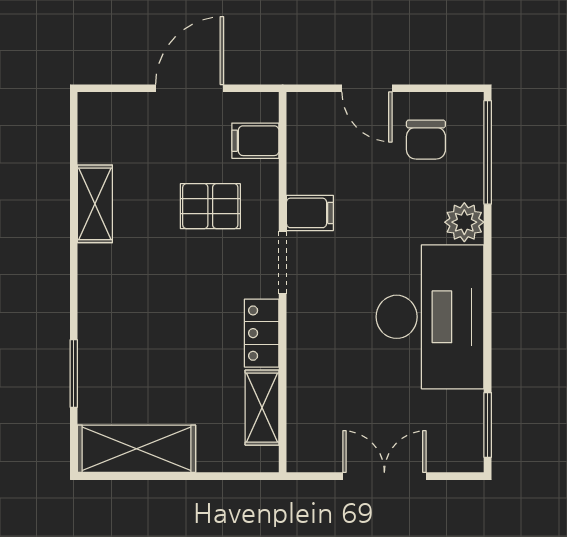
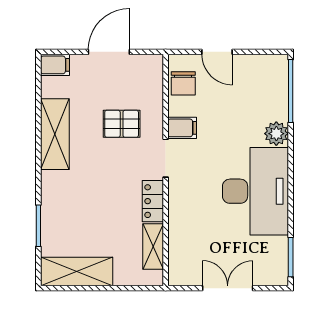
chair: (426, 140) -> (183, 83), moved
filing cabinet: (255, 141) -> (55, 65), moved, turned 180
shelving: (95, 204) -> (55, 134), width x1.50, depth x1.33

